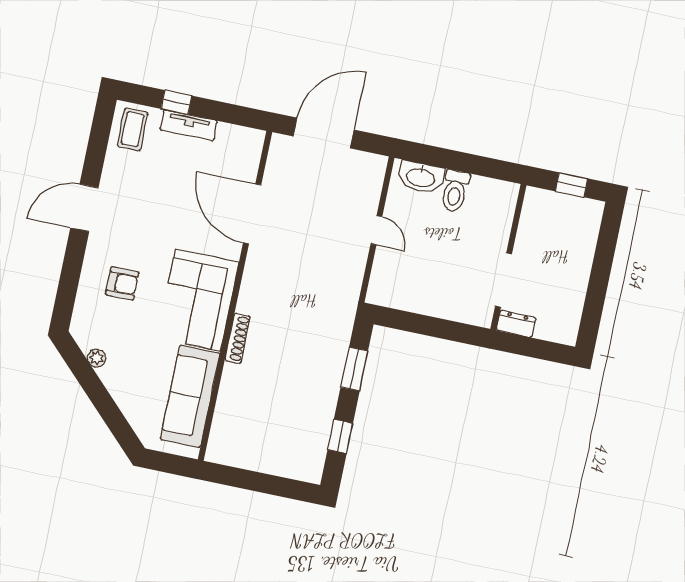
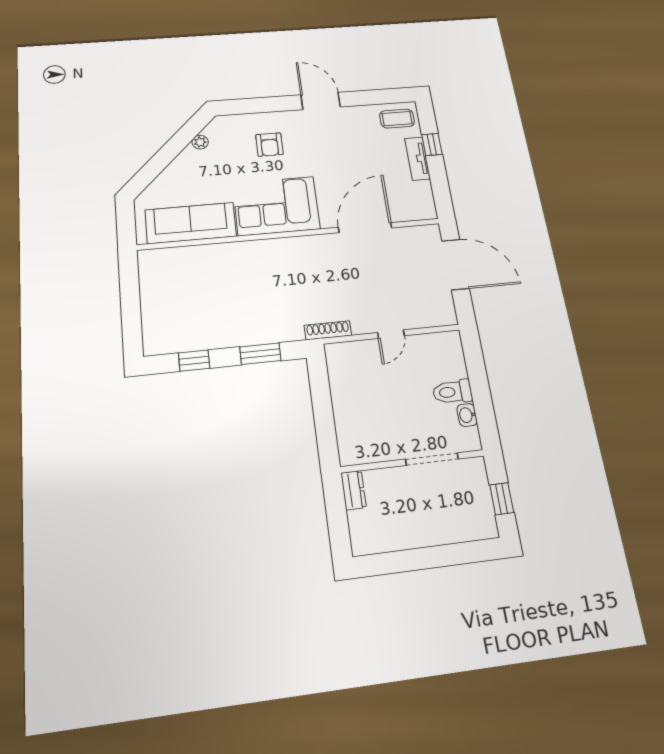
washbasin: (421, 177) -> (467, 415), moved, width x0.52, depth x0.69
doorway: (504, 280) -> (432, 459), moved
shoe rack: (238, 338) -> (328, 330), moved, turned 180

